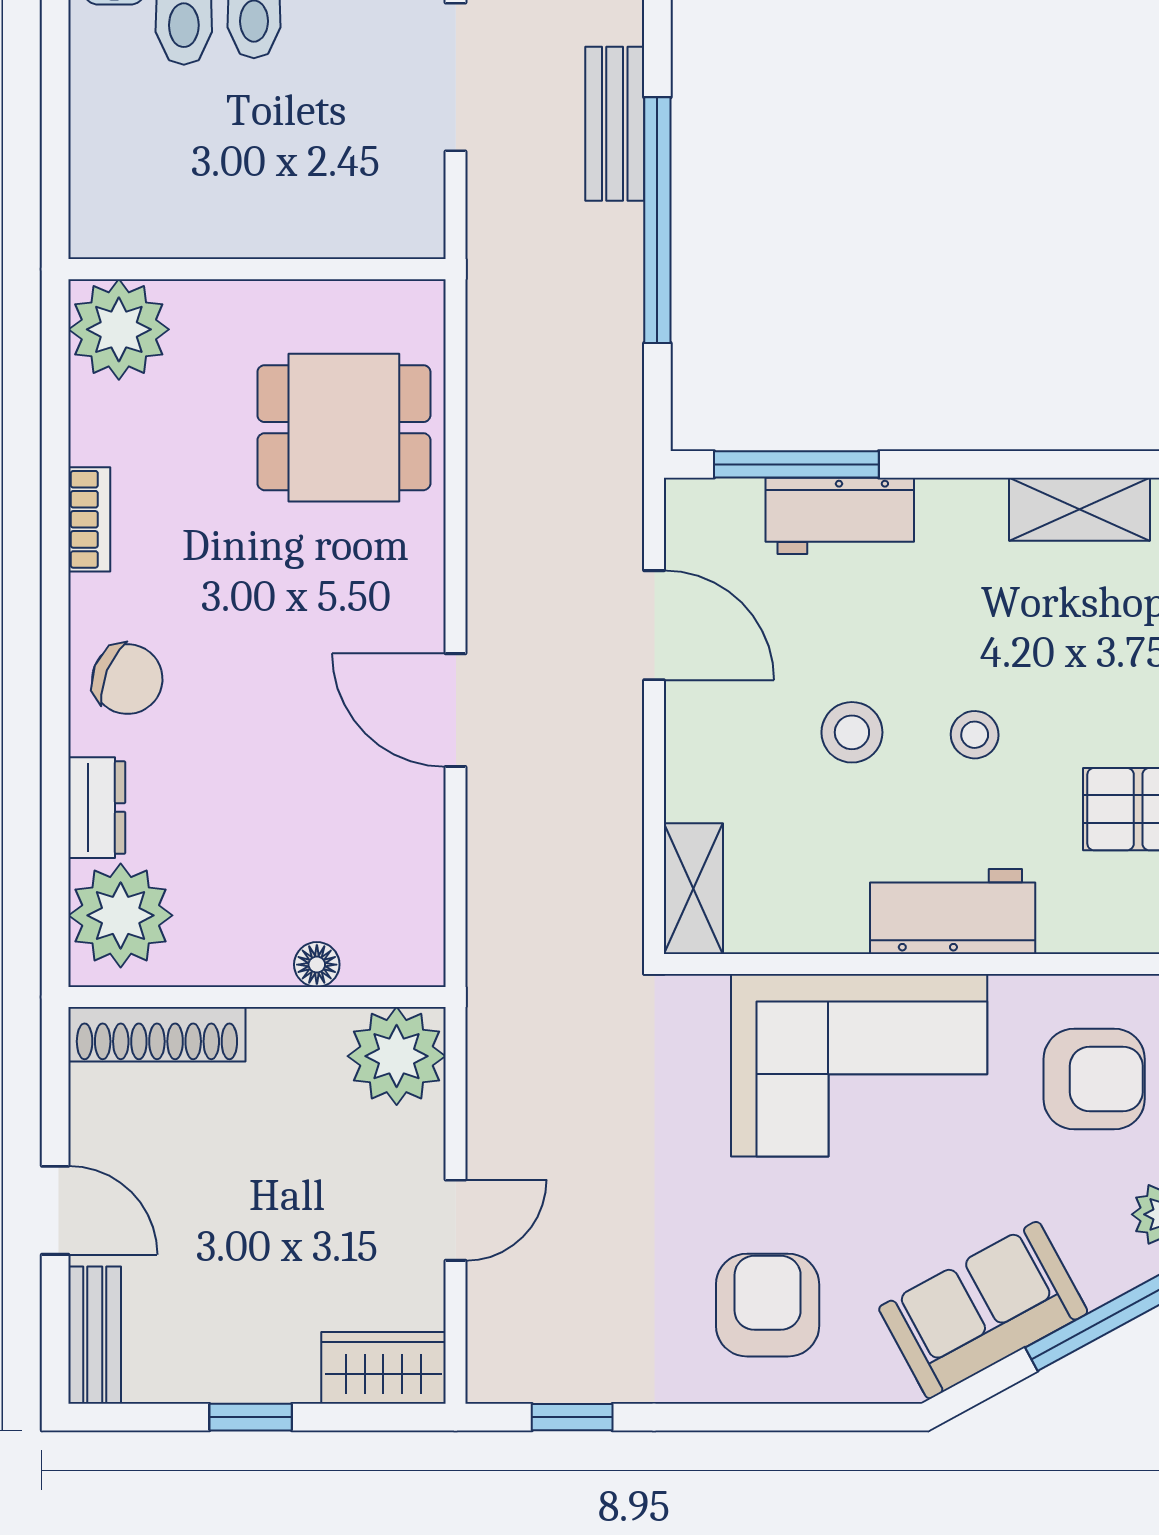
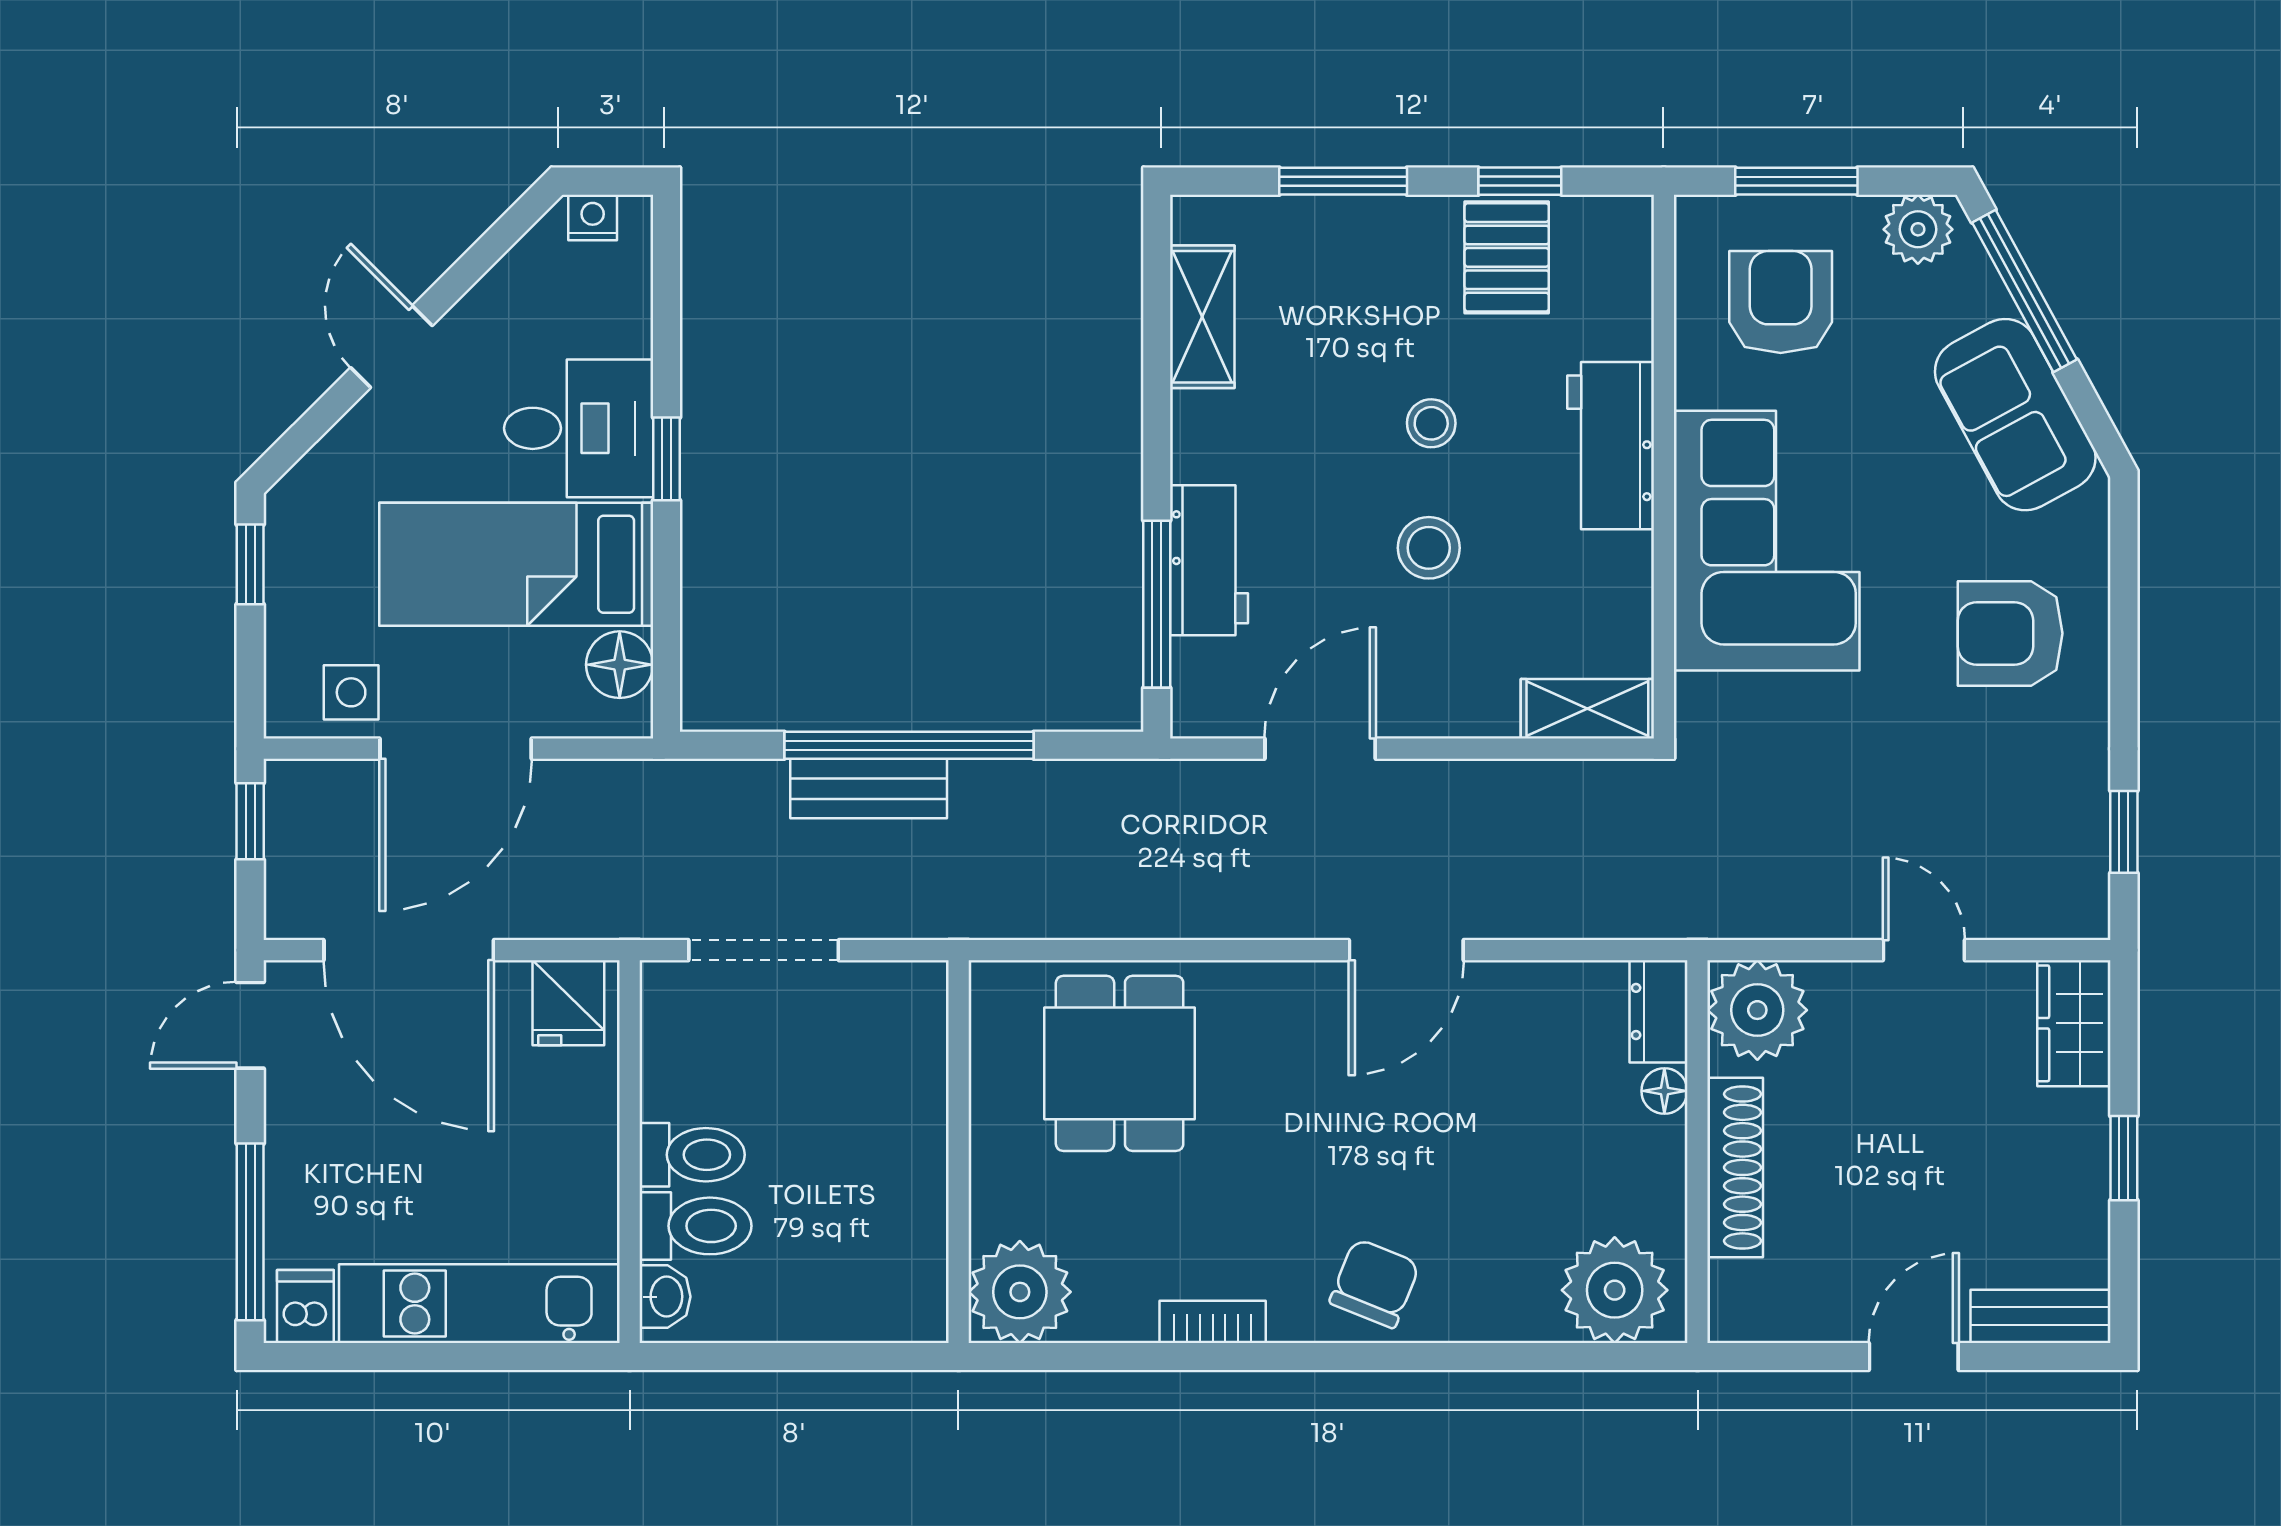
bench: (615, 124) -> (869, 789), moved
dresser: (97, 808) -> (1659, 1011), moved, turned -90
shoe rack: (157, 1034) -> (1735, 1167), moved

